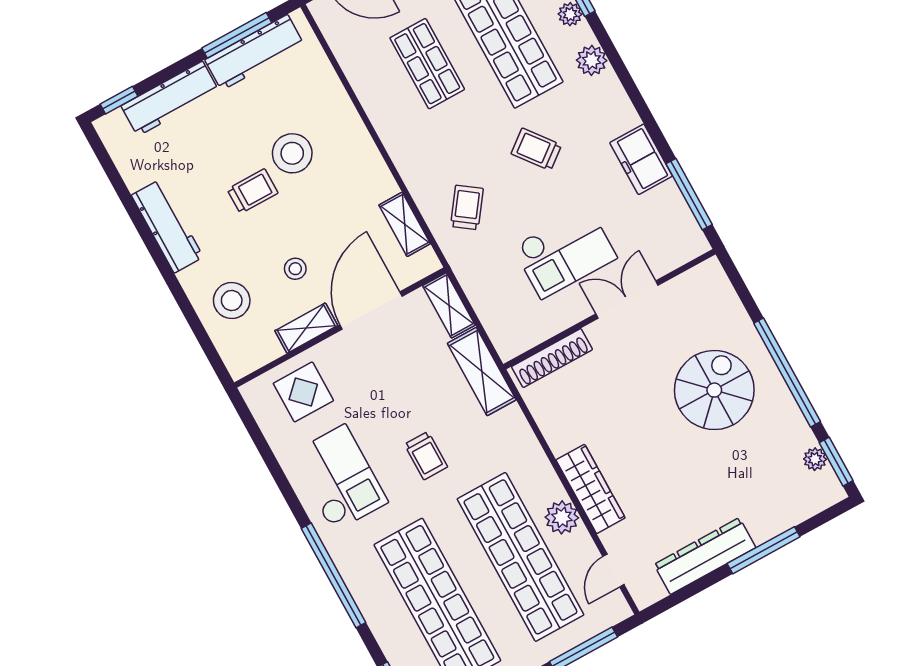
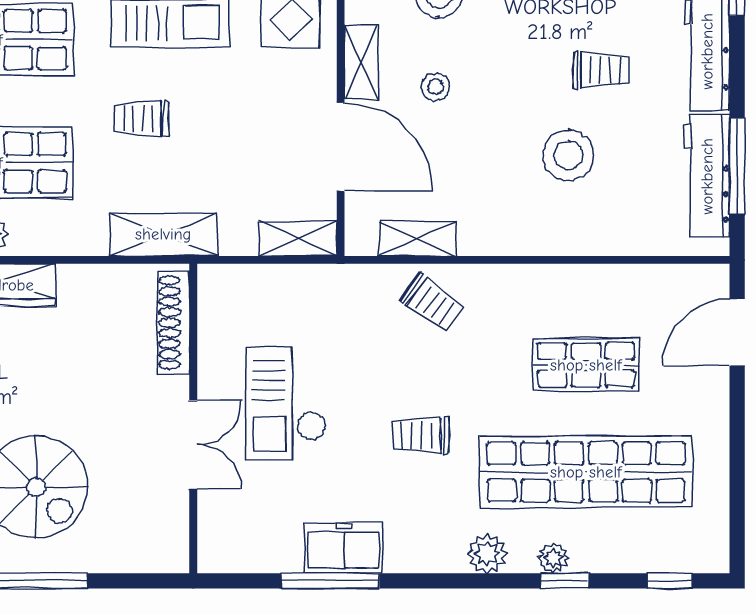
trolley: (536, 149) -> (421, 435), turned -142
trolley: (253, 191) -> (601, 70), moved, turned -90
window: (689, 194) -> (330, 581), moved
trolley: (467, 207) -> (432, 303), moved
shelving: (482, 372) -> (163, 234), moved

